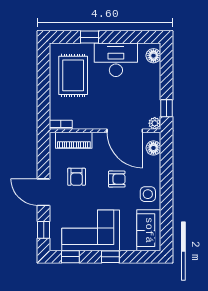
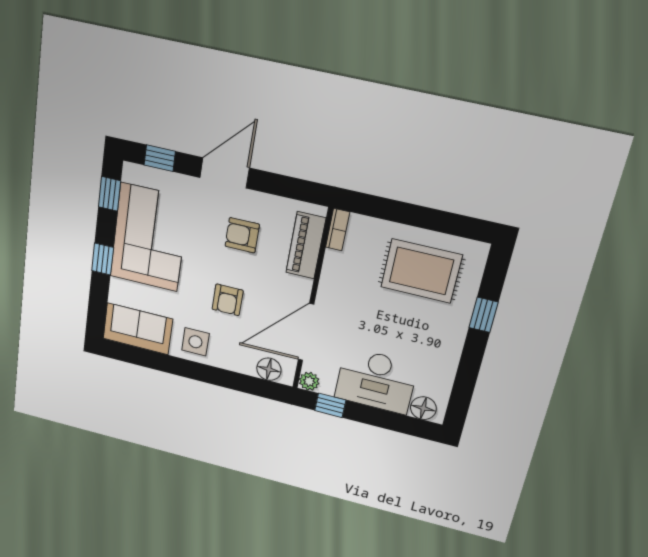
desk: (116, 60) -> (376, 381), moved, turned 90

